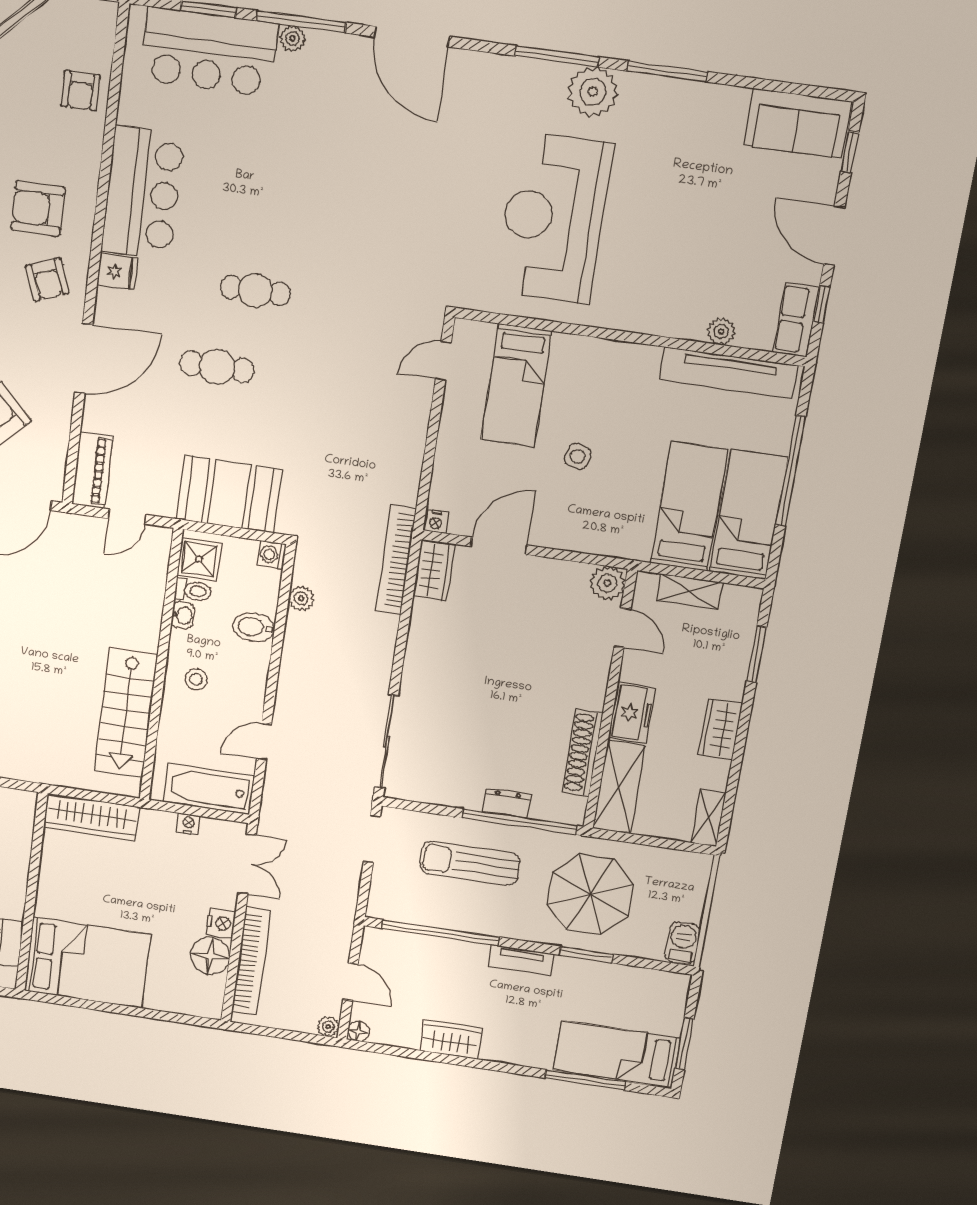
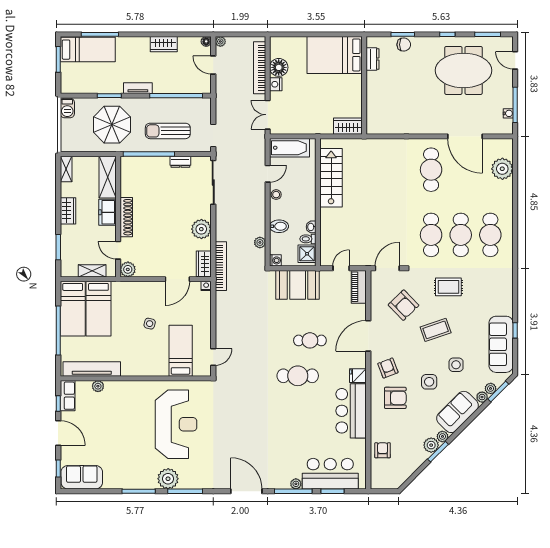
cafe table: (255, 291) -> (298, 376), width x1.37, depth x1.35
plant: (428, 646) -> (201, 229), added
stool: (196, 679) -> (276, 195), moved
shoe rack: (582, 753) -> (126, 217), moved
dresser: (507, 803) -> (180, 162), moved
wardrobe: (91, 817) -> (348, 126), width x0.67
nightstand: (188, 824) -> (297, 130), removed
sun lounger: (470, 863) -> (168, 131), turned 180

